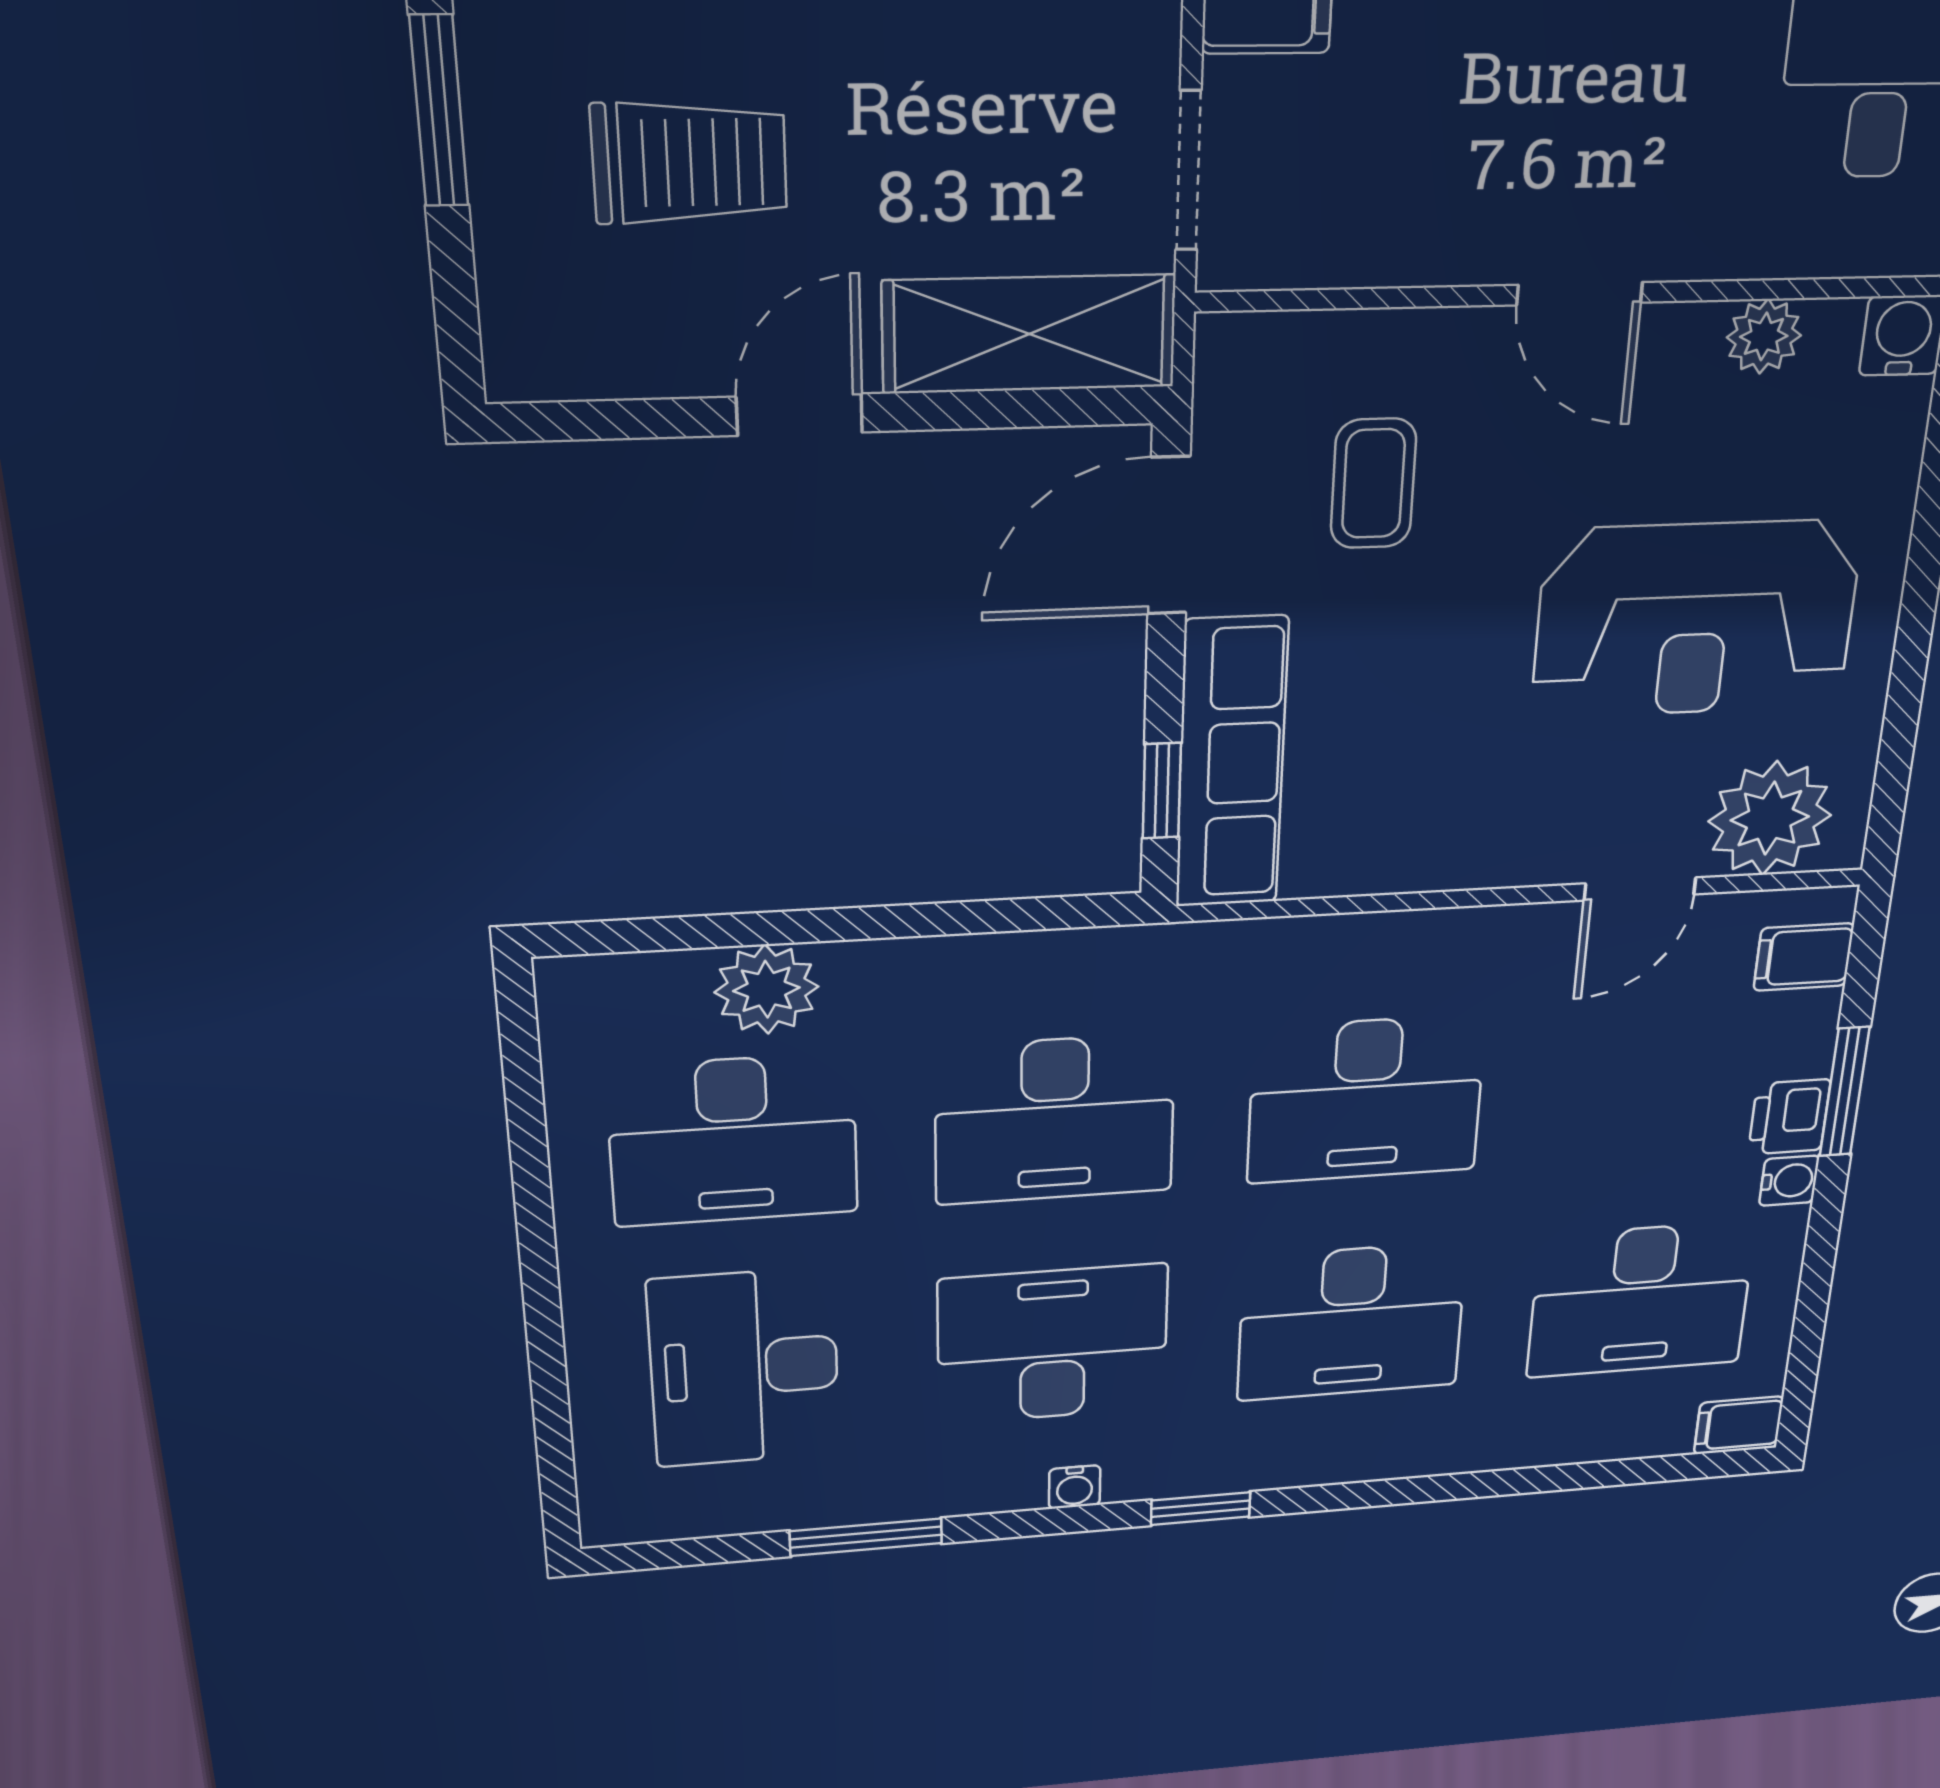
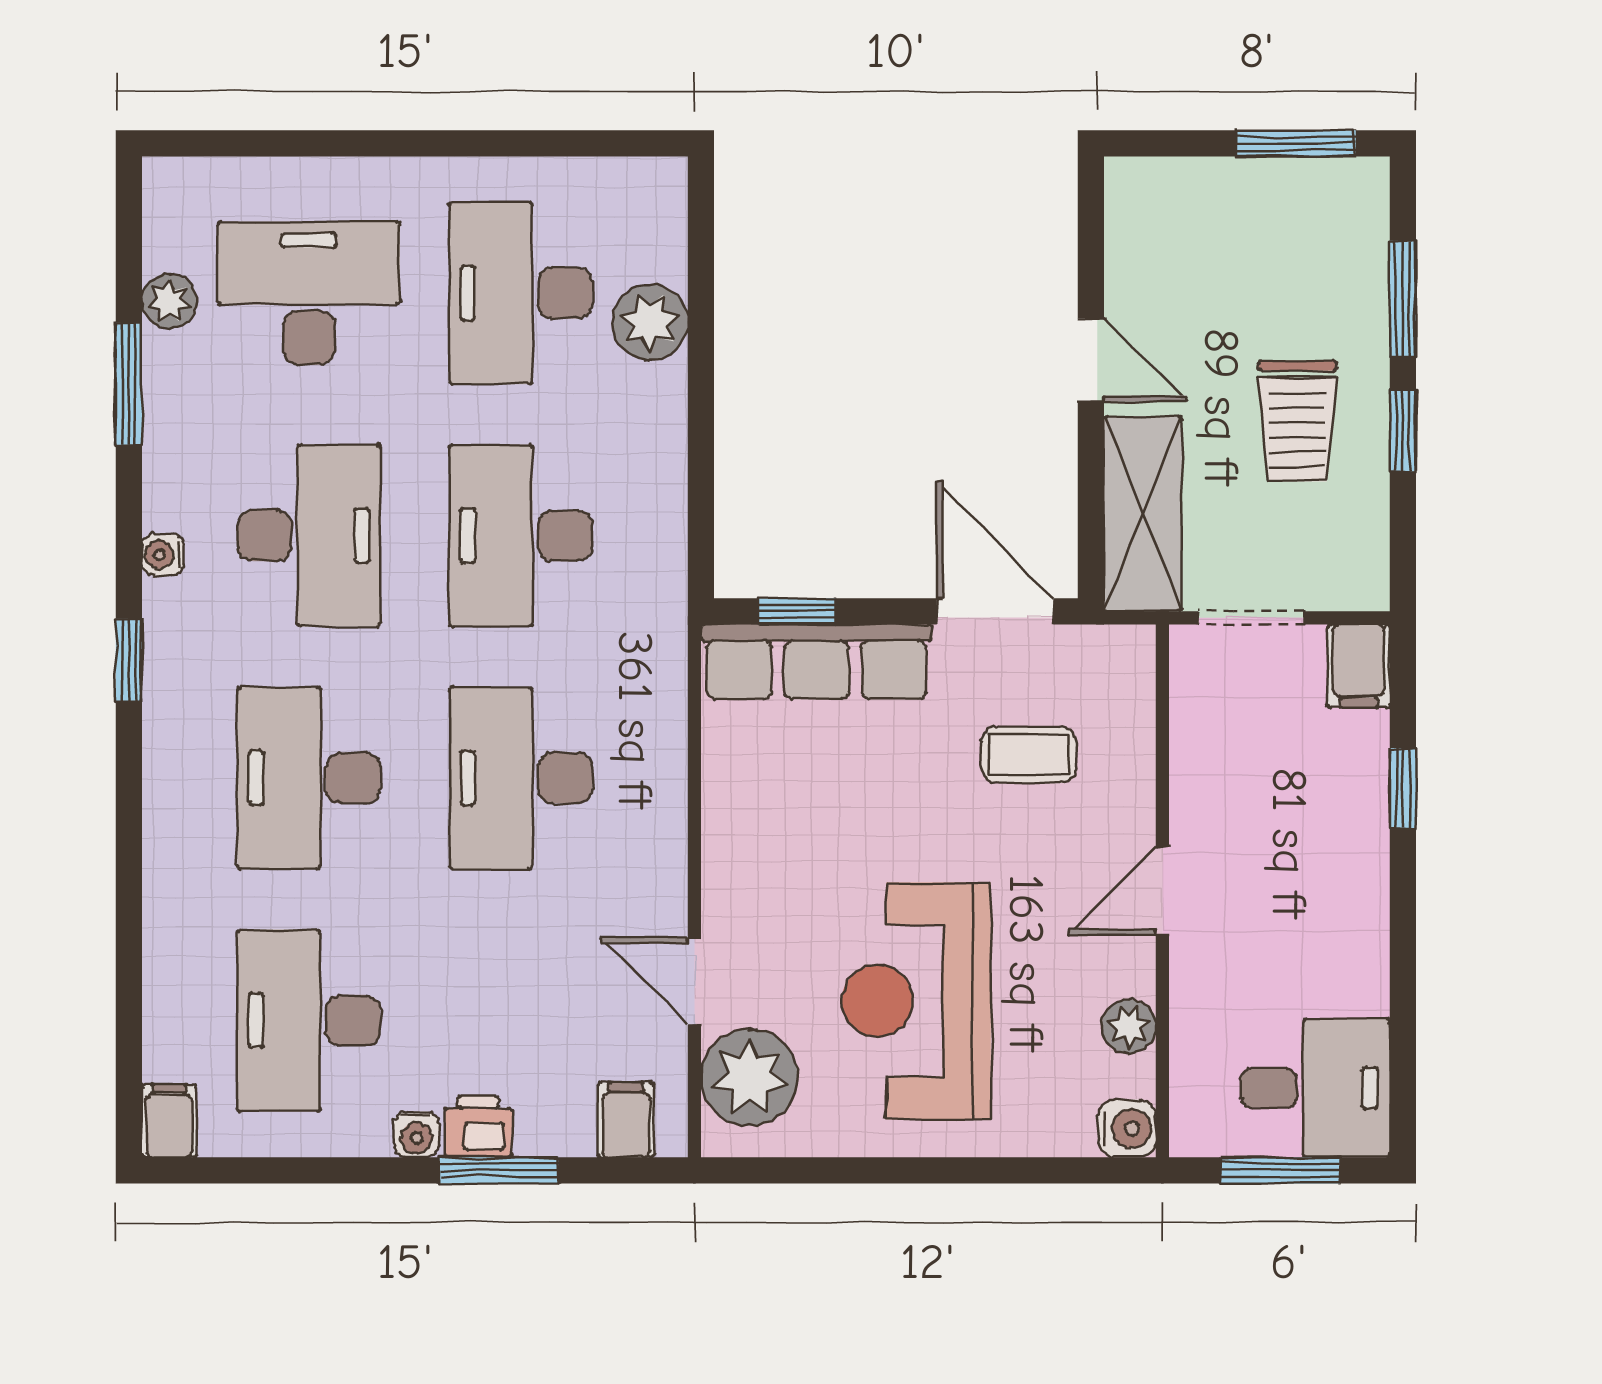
trolley: (689, 163) -> (1297, 421), moved
plant: (761, 1507) -> (169, 301), added

